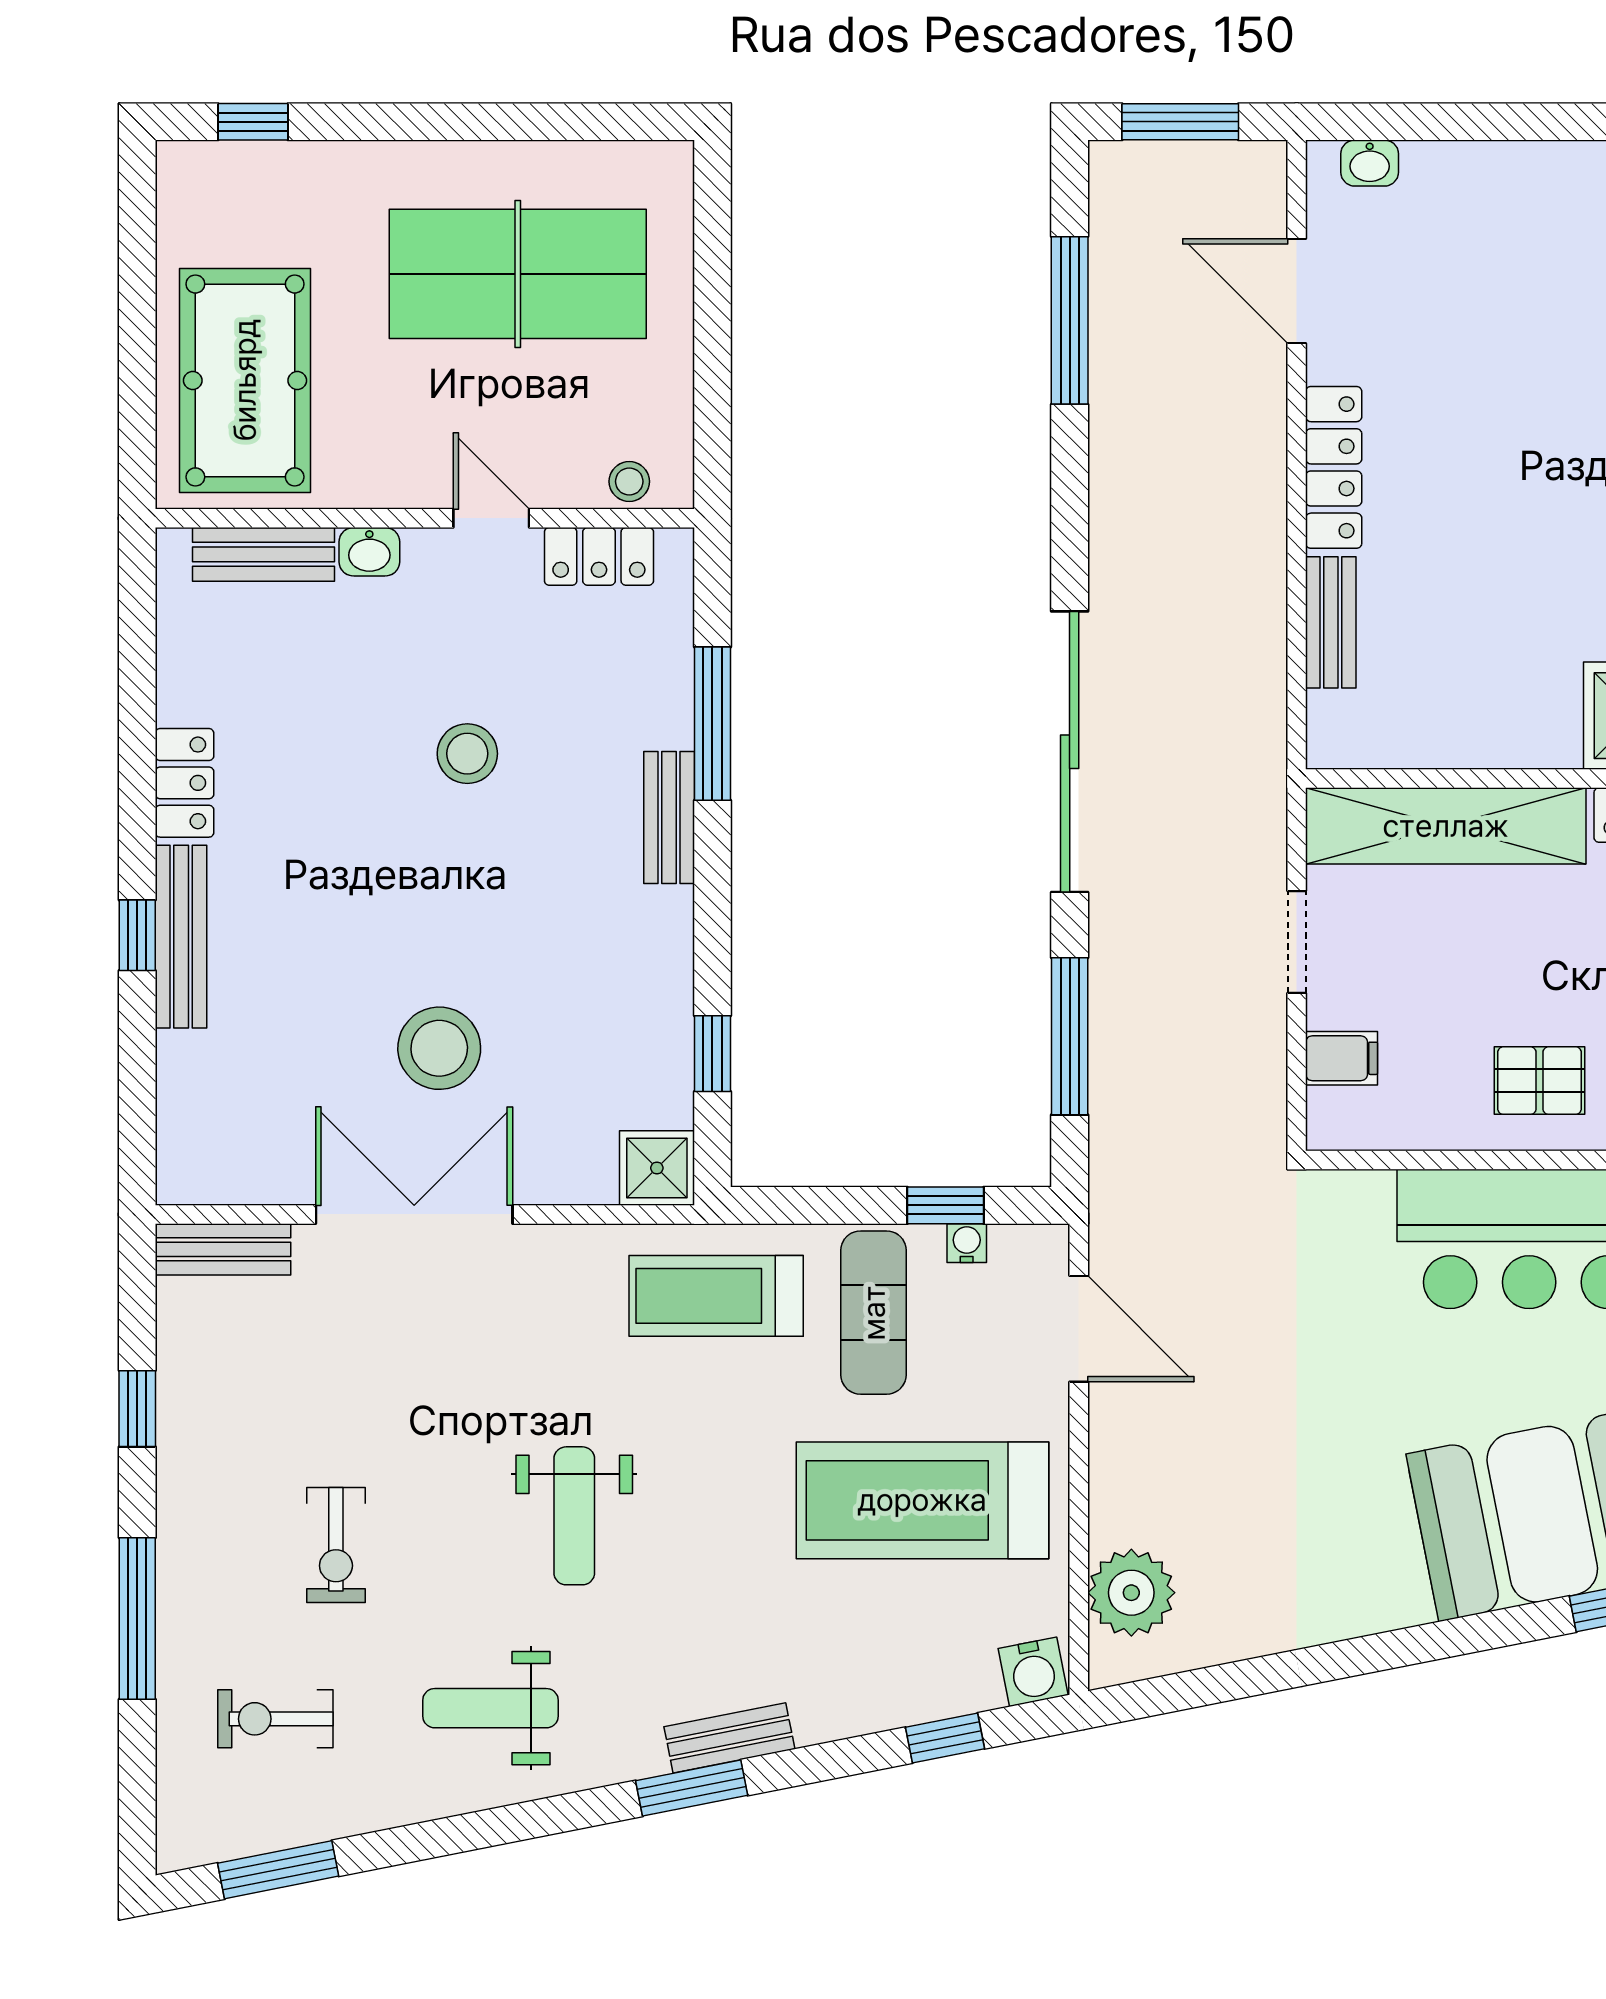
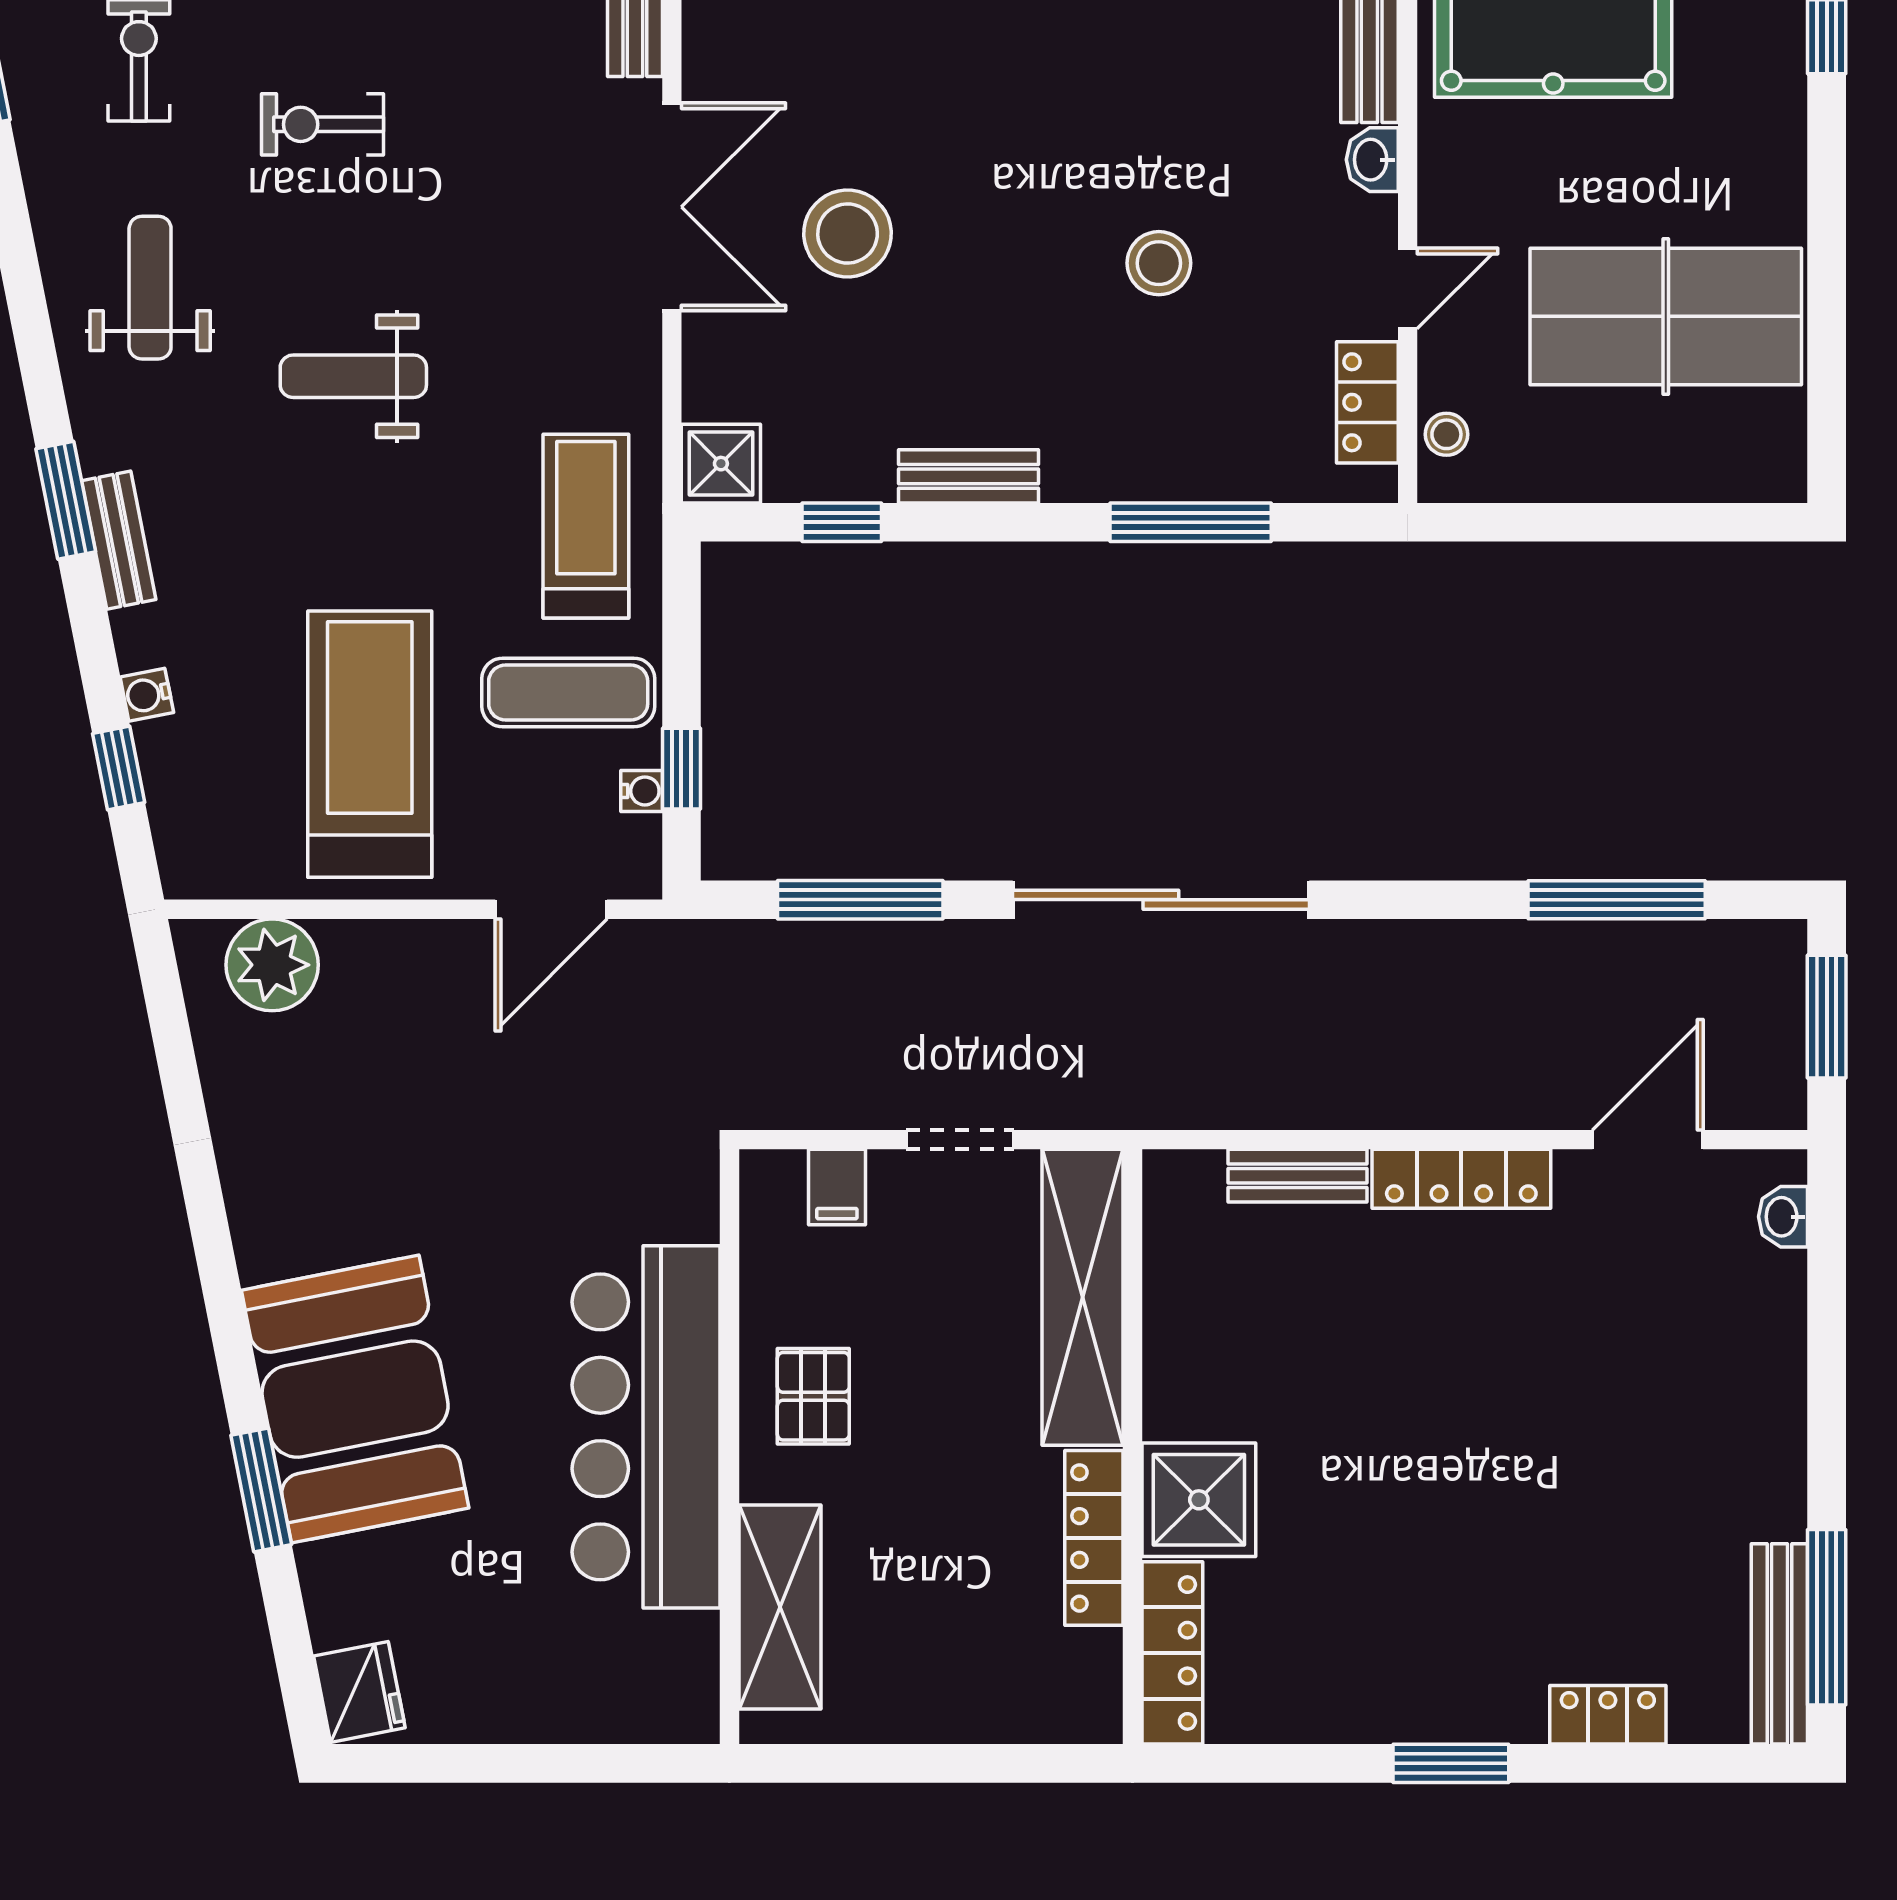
table tennis table: (518, 274) -> (1666, 316), turned 90
bench: (669, 817) -> (969, 476), moved
water cooler: (1033, 1672) -> (147, 695), moved, width x0.72, depth x0.72

